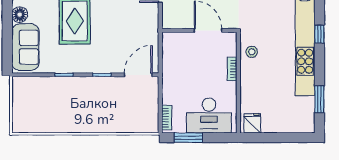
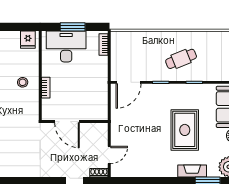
stool: (252, 52) -> (23, 82), moved
cafe table: (79, 101) -> (181, 59), added
window: (188, 138) -> (73, 27), moved

